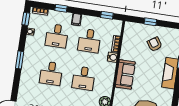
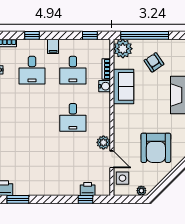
window: (150, 22) -> (145, 35), width x3.17
plant: (132, 30) -> (123, 49), added
desk: (51, 73) -> (32, 117), removed
sofa: (125, 74) -> (123, 86), moved

